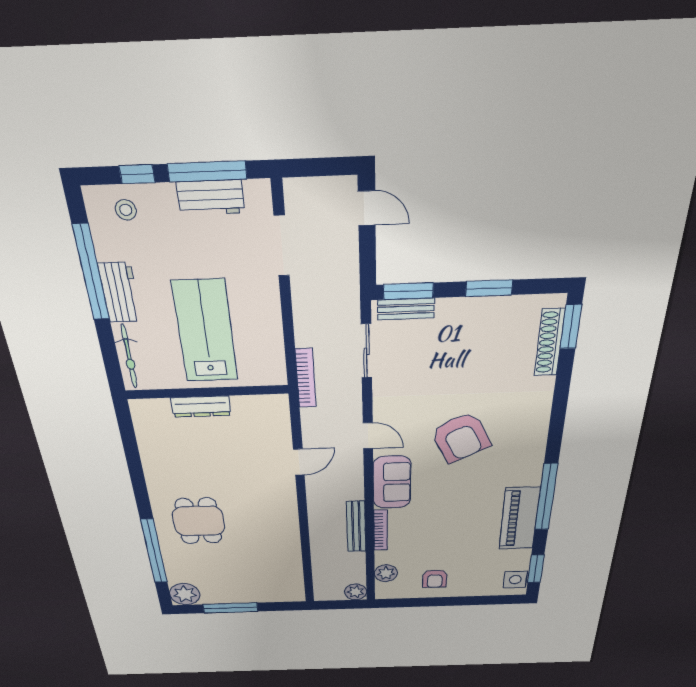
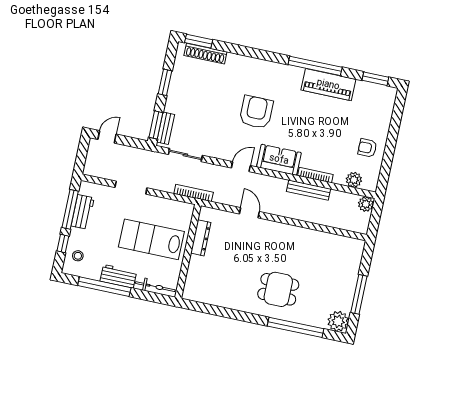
doorway: (282, 246) -> (131, 188), moved
dresser: (201, 407) -> (201, 238), moved
armchair: (461, 438) -> (256, 112), turned -64
armchair: (435, 579) -> (367, 148), turned 180
side table: (515, 580) -> (382, 94), removed

